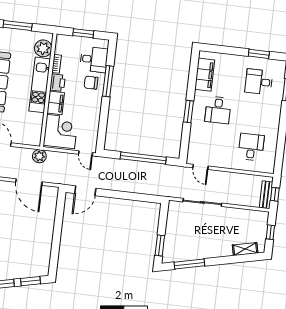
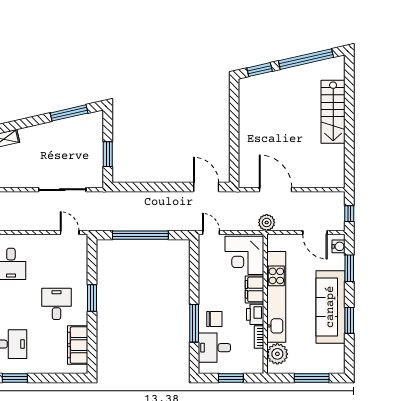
kitchen unit: (40, 85) -> (276, 297), width x1.36
door: (85, 191) -> (206, 187), hinge flipped
window: (160, 245) -> (108, 154), moved

